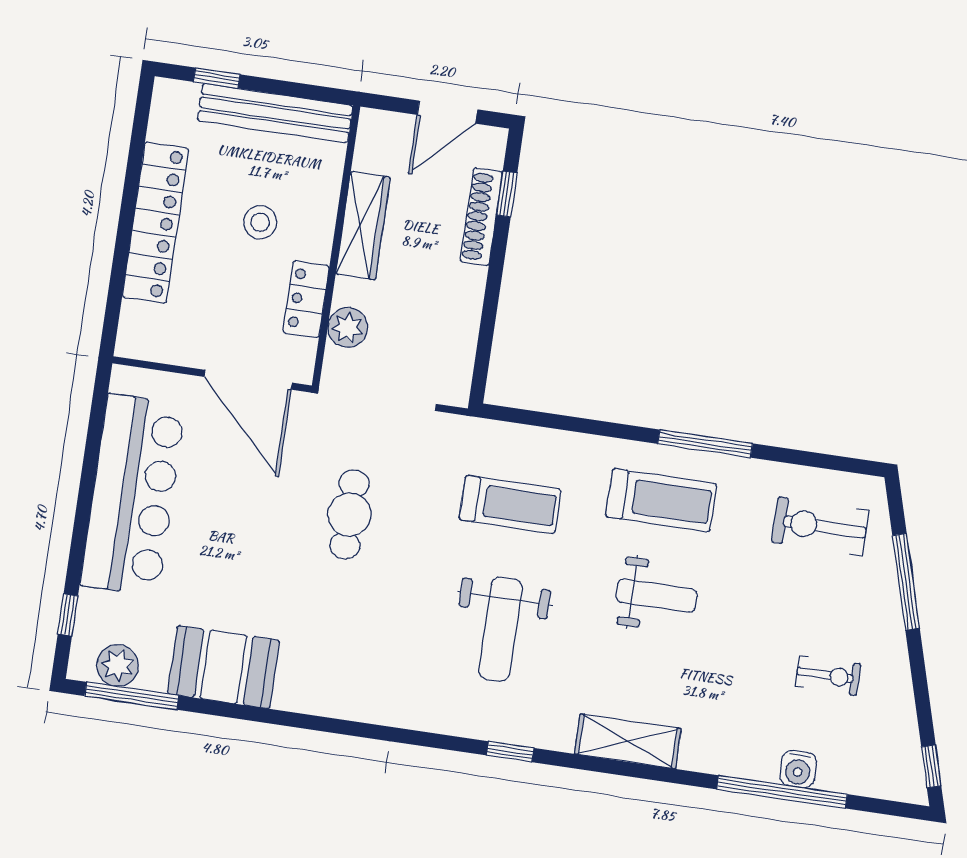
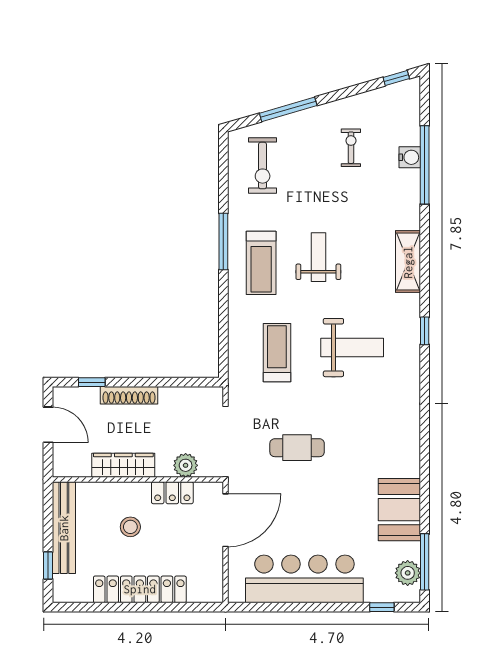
shoe rack: (481, 217) -> (129, 395), moved
treadmill: (661, 500) -> (261, 263), turned 180

